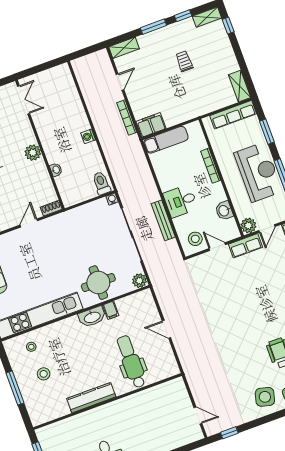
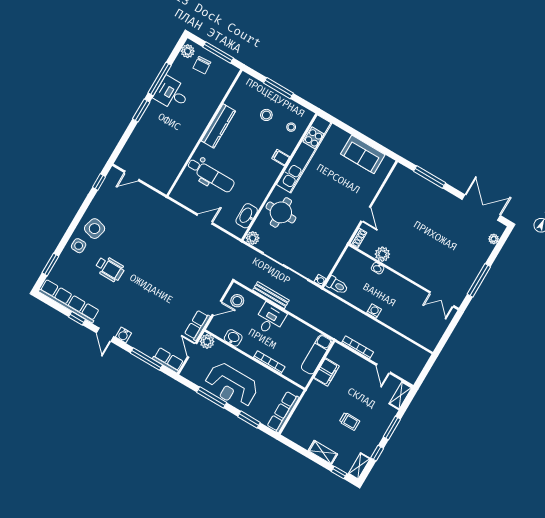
shelving: (240, 86) -> (323, 452), moved
filing cabinet: (151, 125) -> (326, 372), moved
plant: (33, 153) -> (382, 254), moved
filing cabinet: (111, 310) -> (281, 158), moved
washbasin: (92, 317) -> (247, 216), moved

